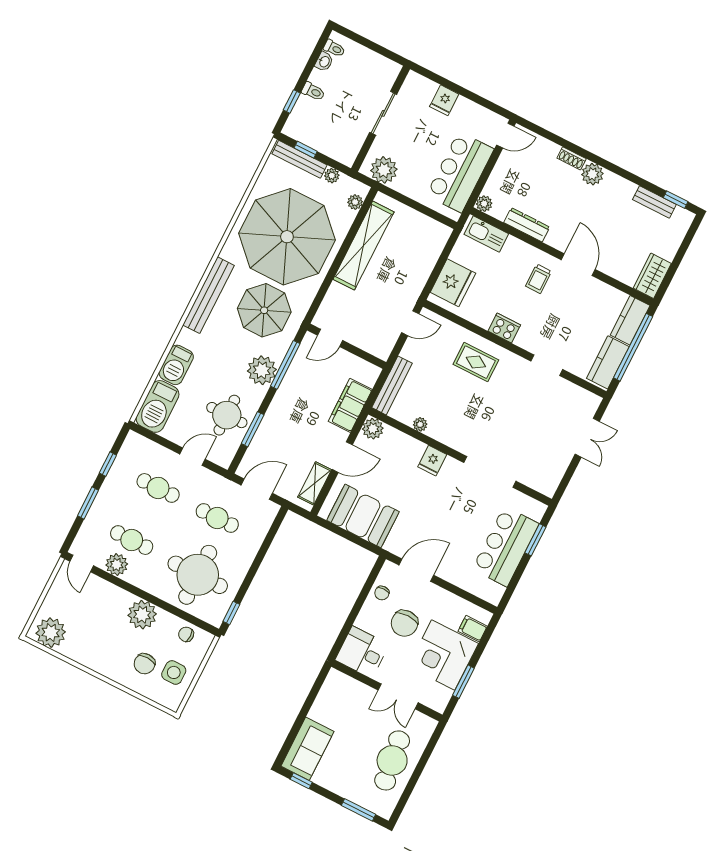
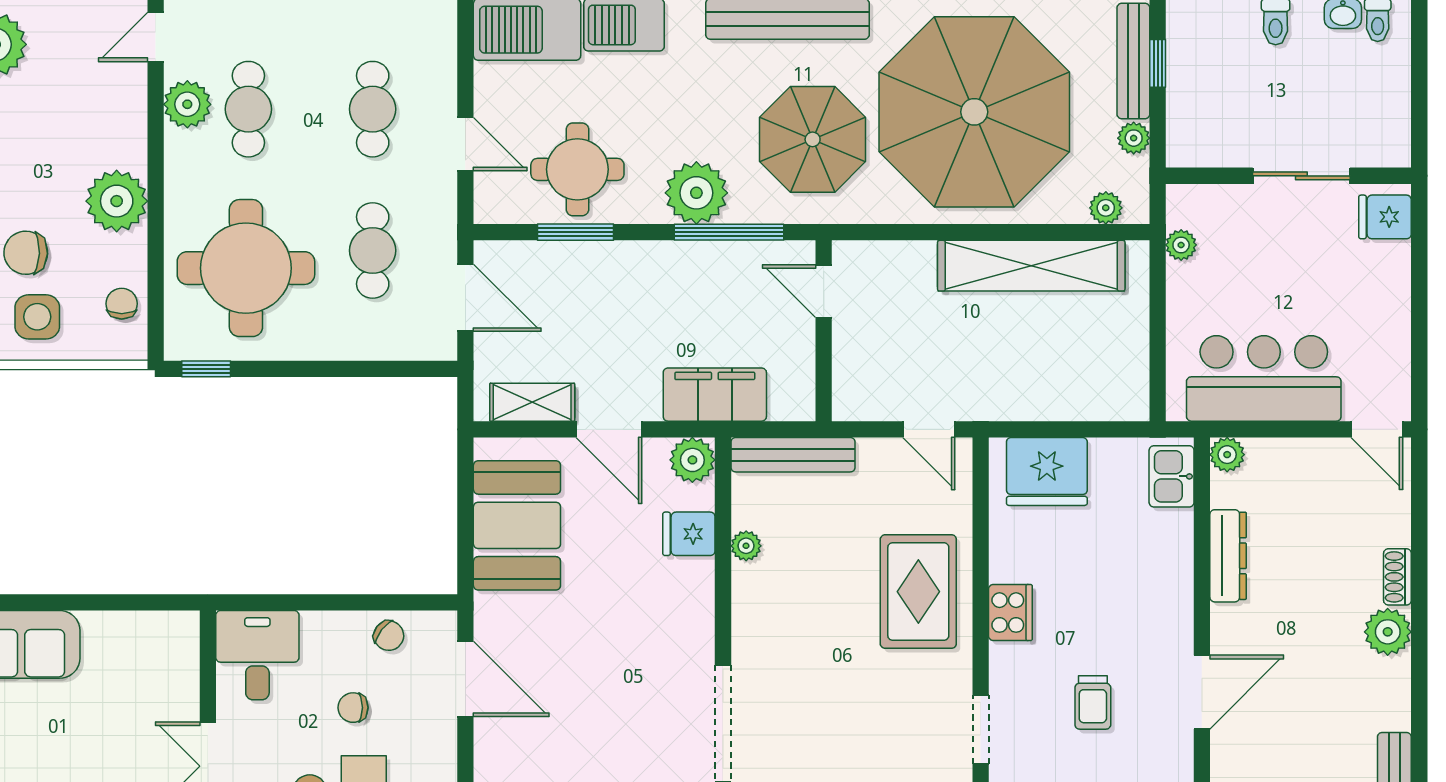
fridge: (444, 100) -> (1385, 217), moved
plant: (384, 170) -> (1181, 245), width x0.53, depth x0.53
kitchen sink: (486, 234) -> (1172, 476), width x0.73
trolley: (539, 279) -> (1093, 702), moved, turned -90
rug: (476, 362) -> (918, 592), width x1.36, depth x1.43
fridge: (432, 461) -> (689, 534), moved
chair: (382, 593) -> (389, 636), turned -142
chair: (404, 623) -> (353, 708), width x0.54, depth x0.54

